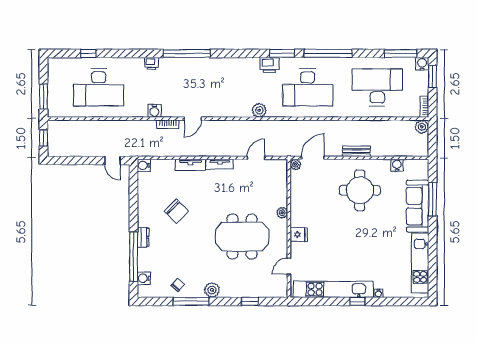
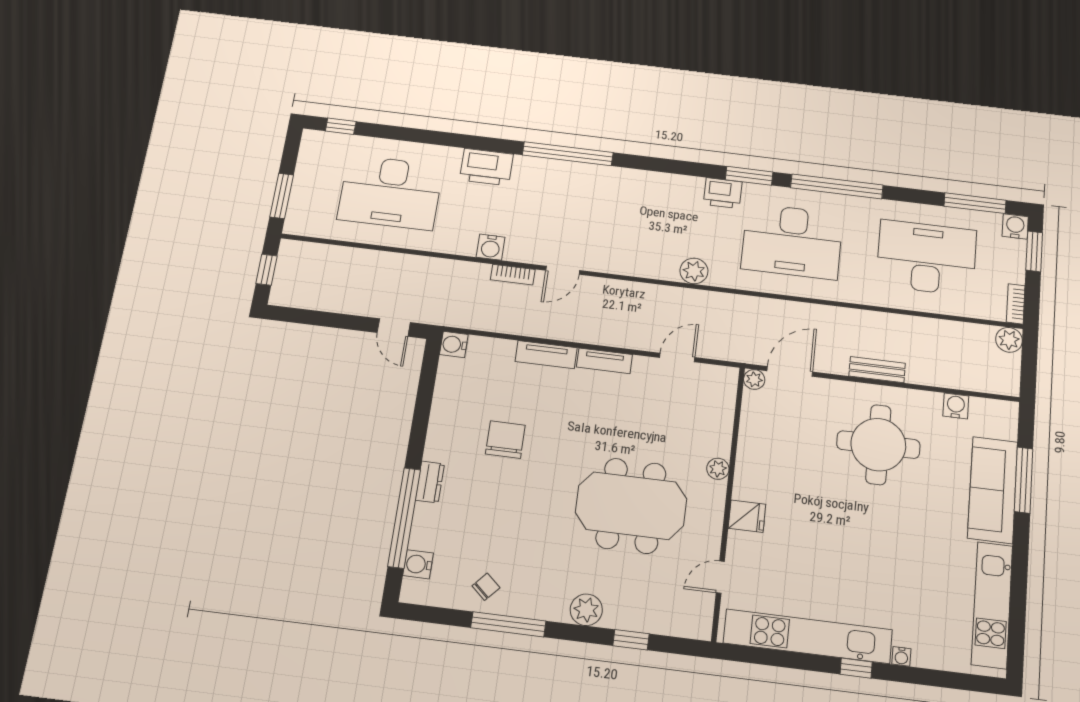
window: (88, 53) -> (341, 126), moved
printer: (152, 64) -> (486, 167), width x1.87, depth x1.48
chair: (177, 211) -> (505, 440), turned -135
plant: (212, 290) -> (586, 610), moved

